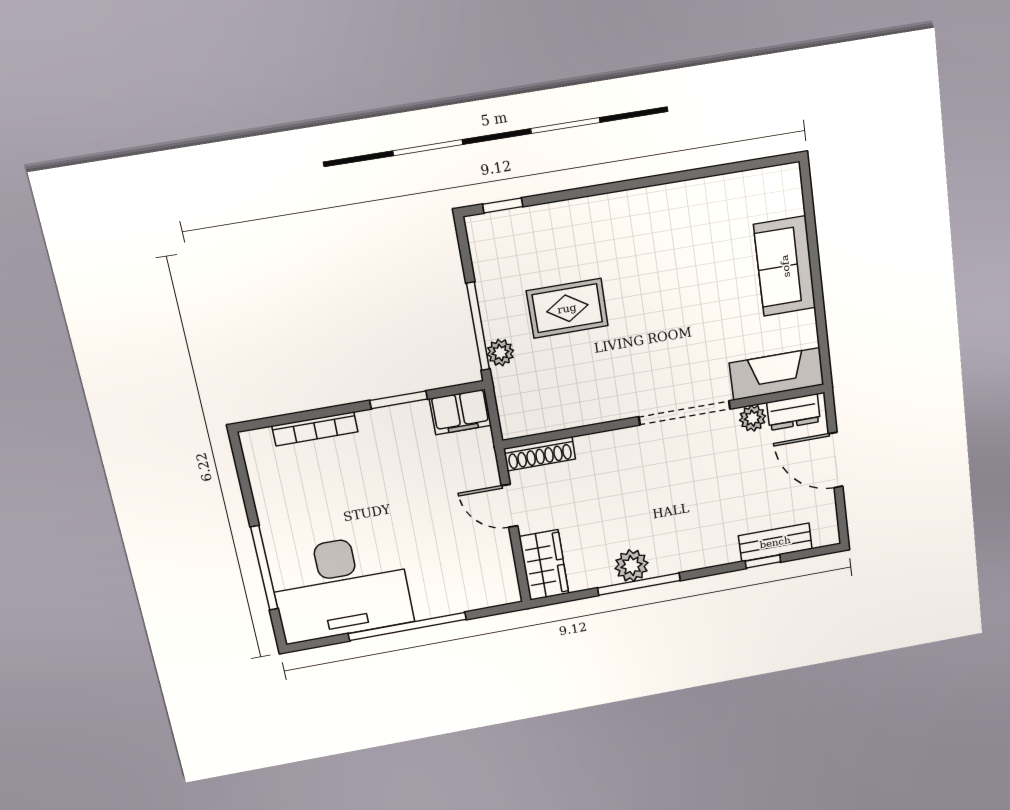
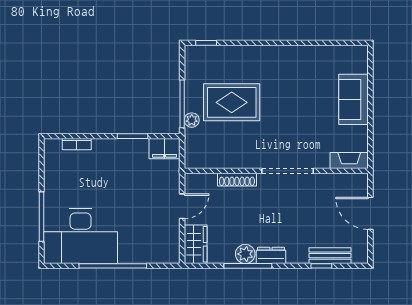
rug: (567, 308) -> (232, 102), width x1.36, depth x1.43
fireplace: (777, 374) -> (349, 161), width x0.73, depth x0.76
dresser: (794, 412) -> (271, 255), moved, turned 180
plant: (753, 418) -> (326, 181), removed
bookcase: (315, 429) -> (77, 144), width x0.64
shoe rack: (540, 454) -> (237, 180), moved
door: (510, 506) -> (182, 206), swing flipped

